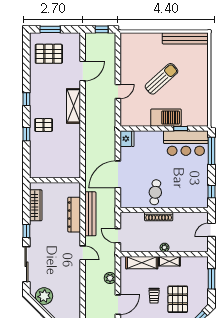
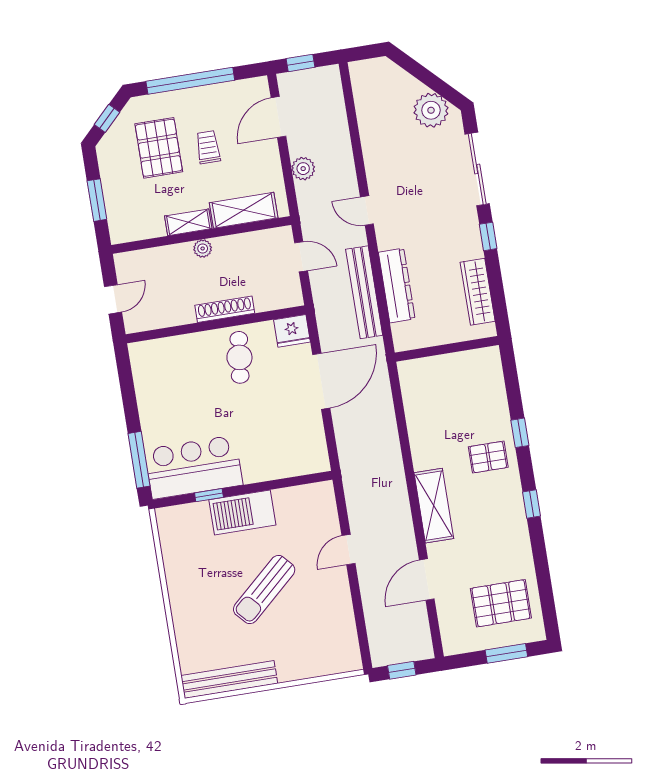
fridge: (127, 139) -> (292, 331), moved, turned -90
window: (212, 192) -> (126, 377), removed

